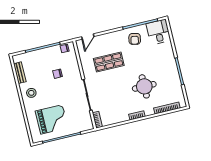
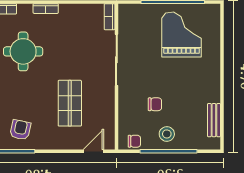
shop shelf: (109, 62) -> (70, 103), turned 90
stool: (31, 93) -> (167, 134), moved
grand piano: (52, 119) -> (182, 34), turned 90

